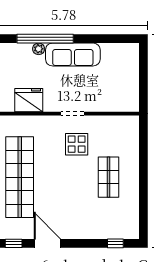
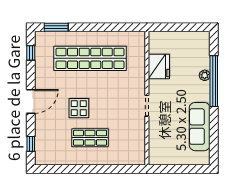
sofa: (73, 54) -> (200, 127), moved
display table: (77, 144) -> (79, 108), moved
door: (47, 243) -> (31, 101), moved

